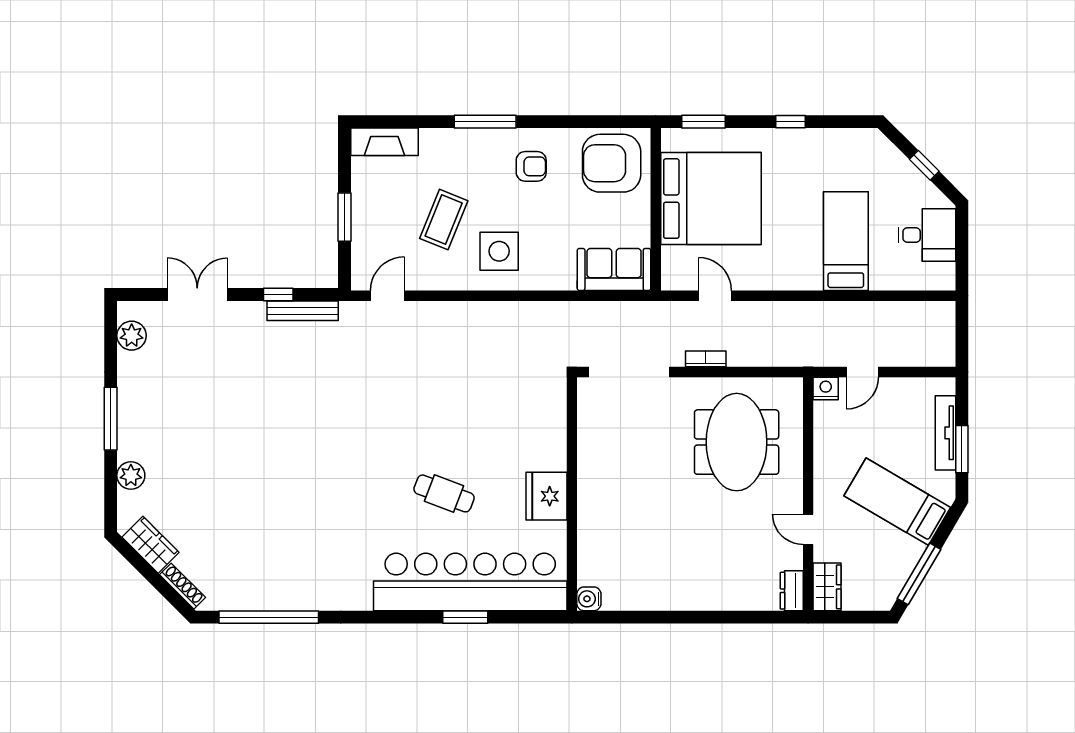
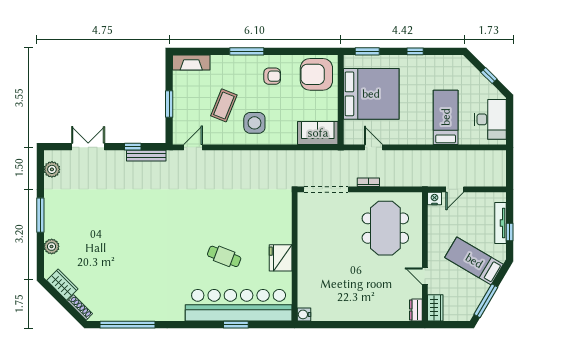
desk: (927, 235) -> (490, 119), width x1.37
window: (962, 449) -> (510, 232), width x0.67

